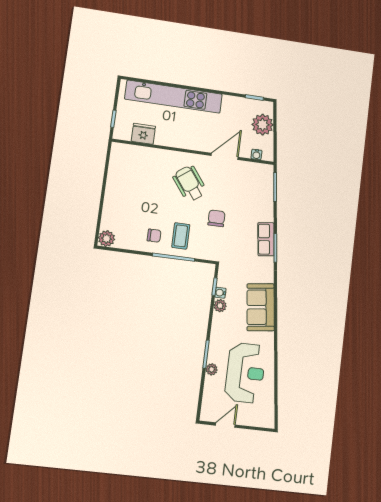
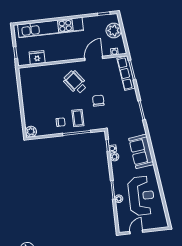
row of seats: (266, 239) -> (126, 73), moved, width x1.48

